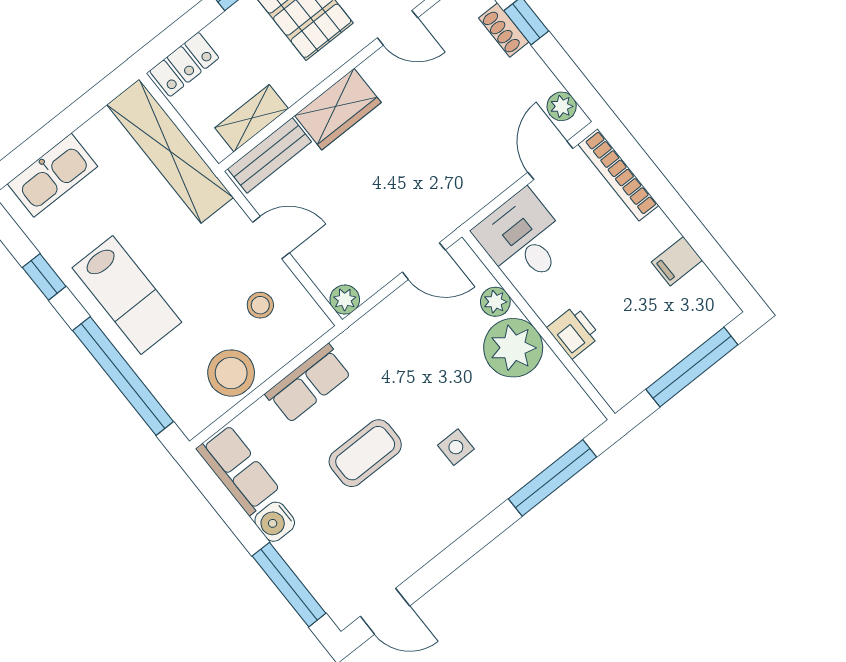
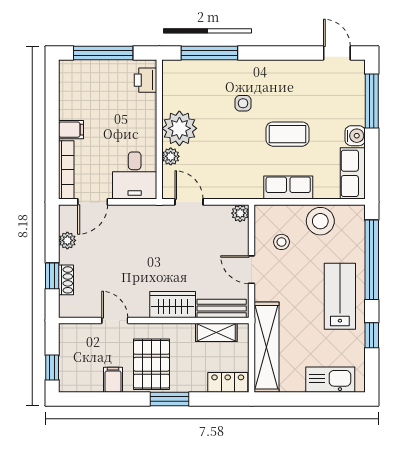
plant: (562, 106) -> (67, 240), moved
filing cabinet: (677, 261) -> (71, 130), moved
printer: (573, 332) -> (146, 80), moved

